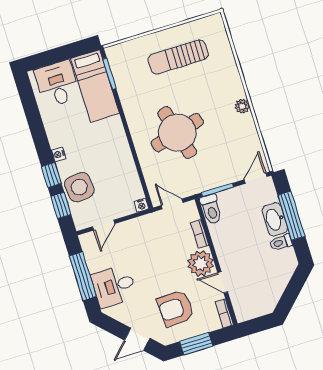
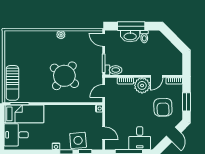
sun lounger: (178, 57) -> (12, 83), moved
round table: (177, 133) -> (64, 76), turned -37

